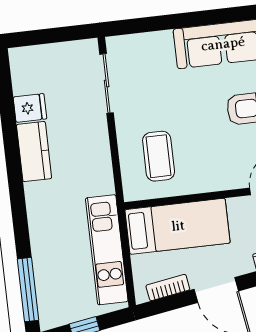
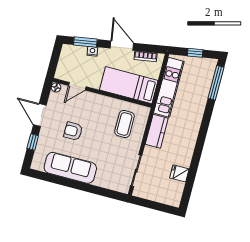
kitchen counter: (34, 152) -> (157, 131), moved, turned 180

